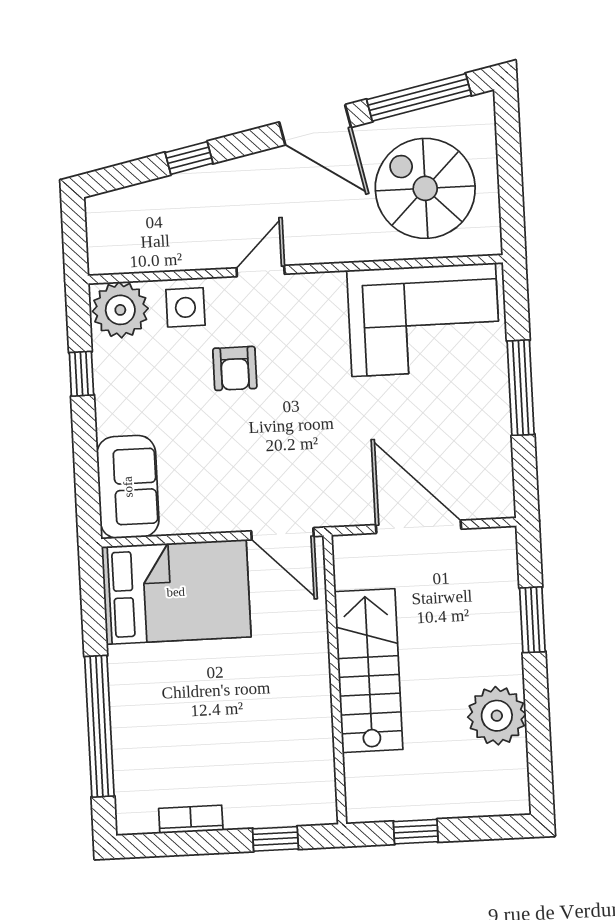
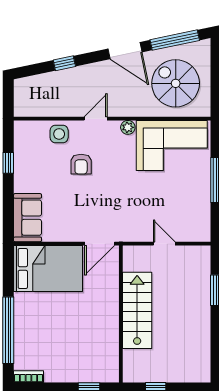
plant: (120, 310) -> (128, 127), moved, width x0.53, depth x0.53
door: (419, 527) -> (164, 244), width x0.53
door: (283, 534) -> (100, 244), hinge flipped
plant: (497, 716) -> (197, 335), removed
bookcase: (191, 819) -> (29, 377), moved

